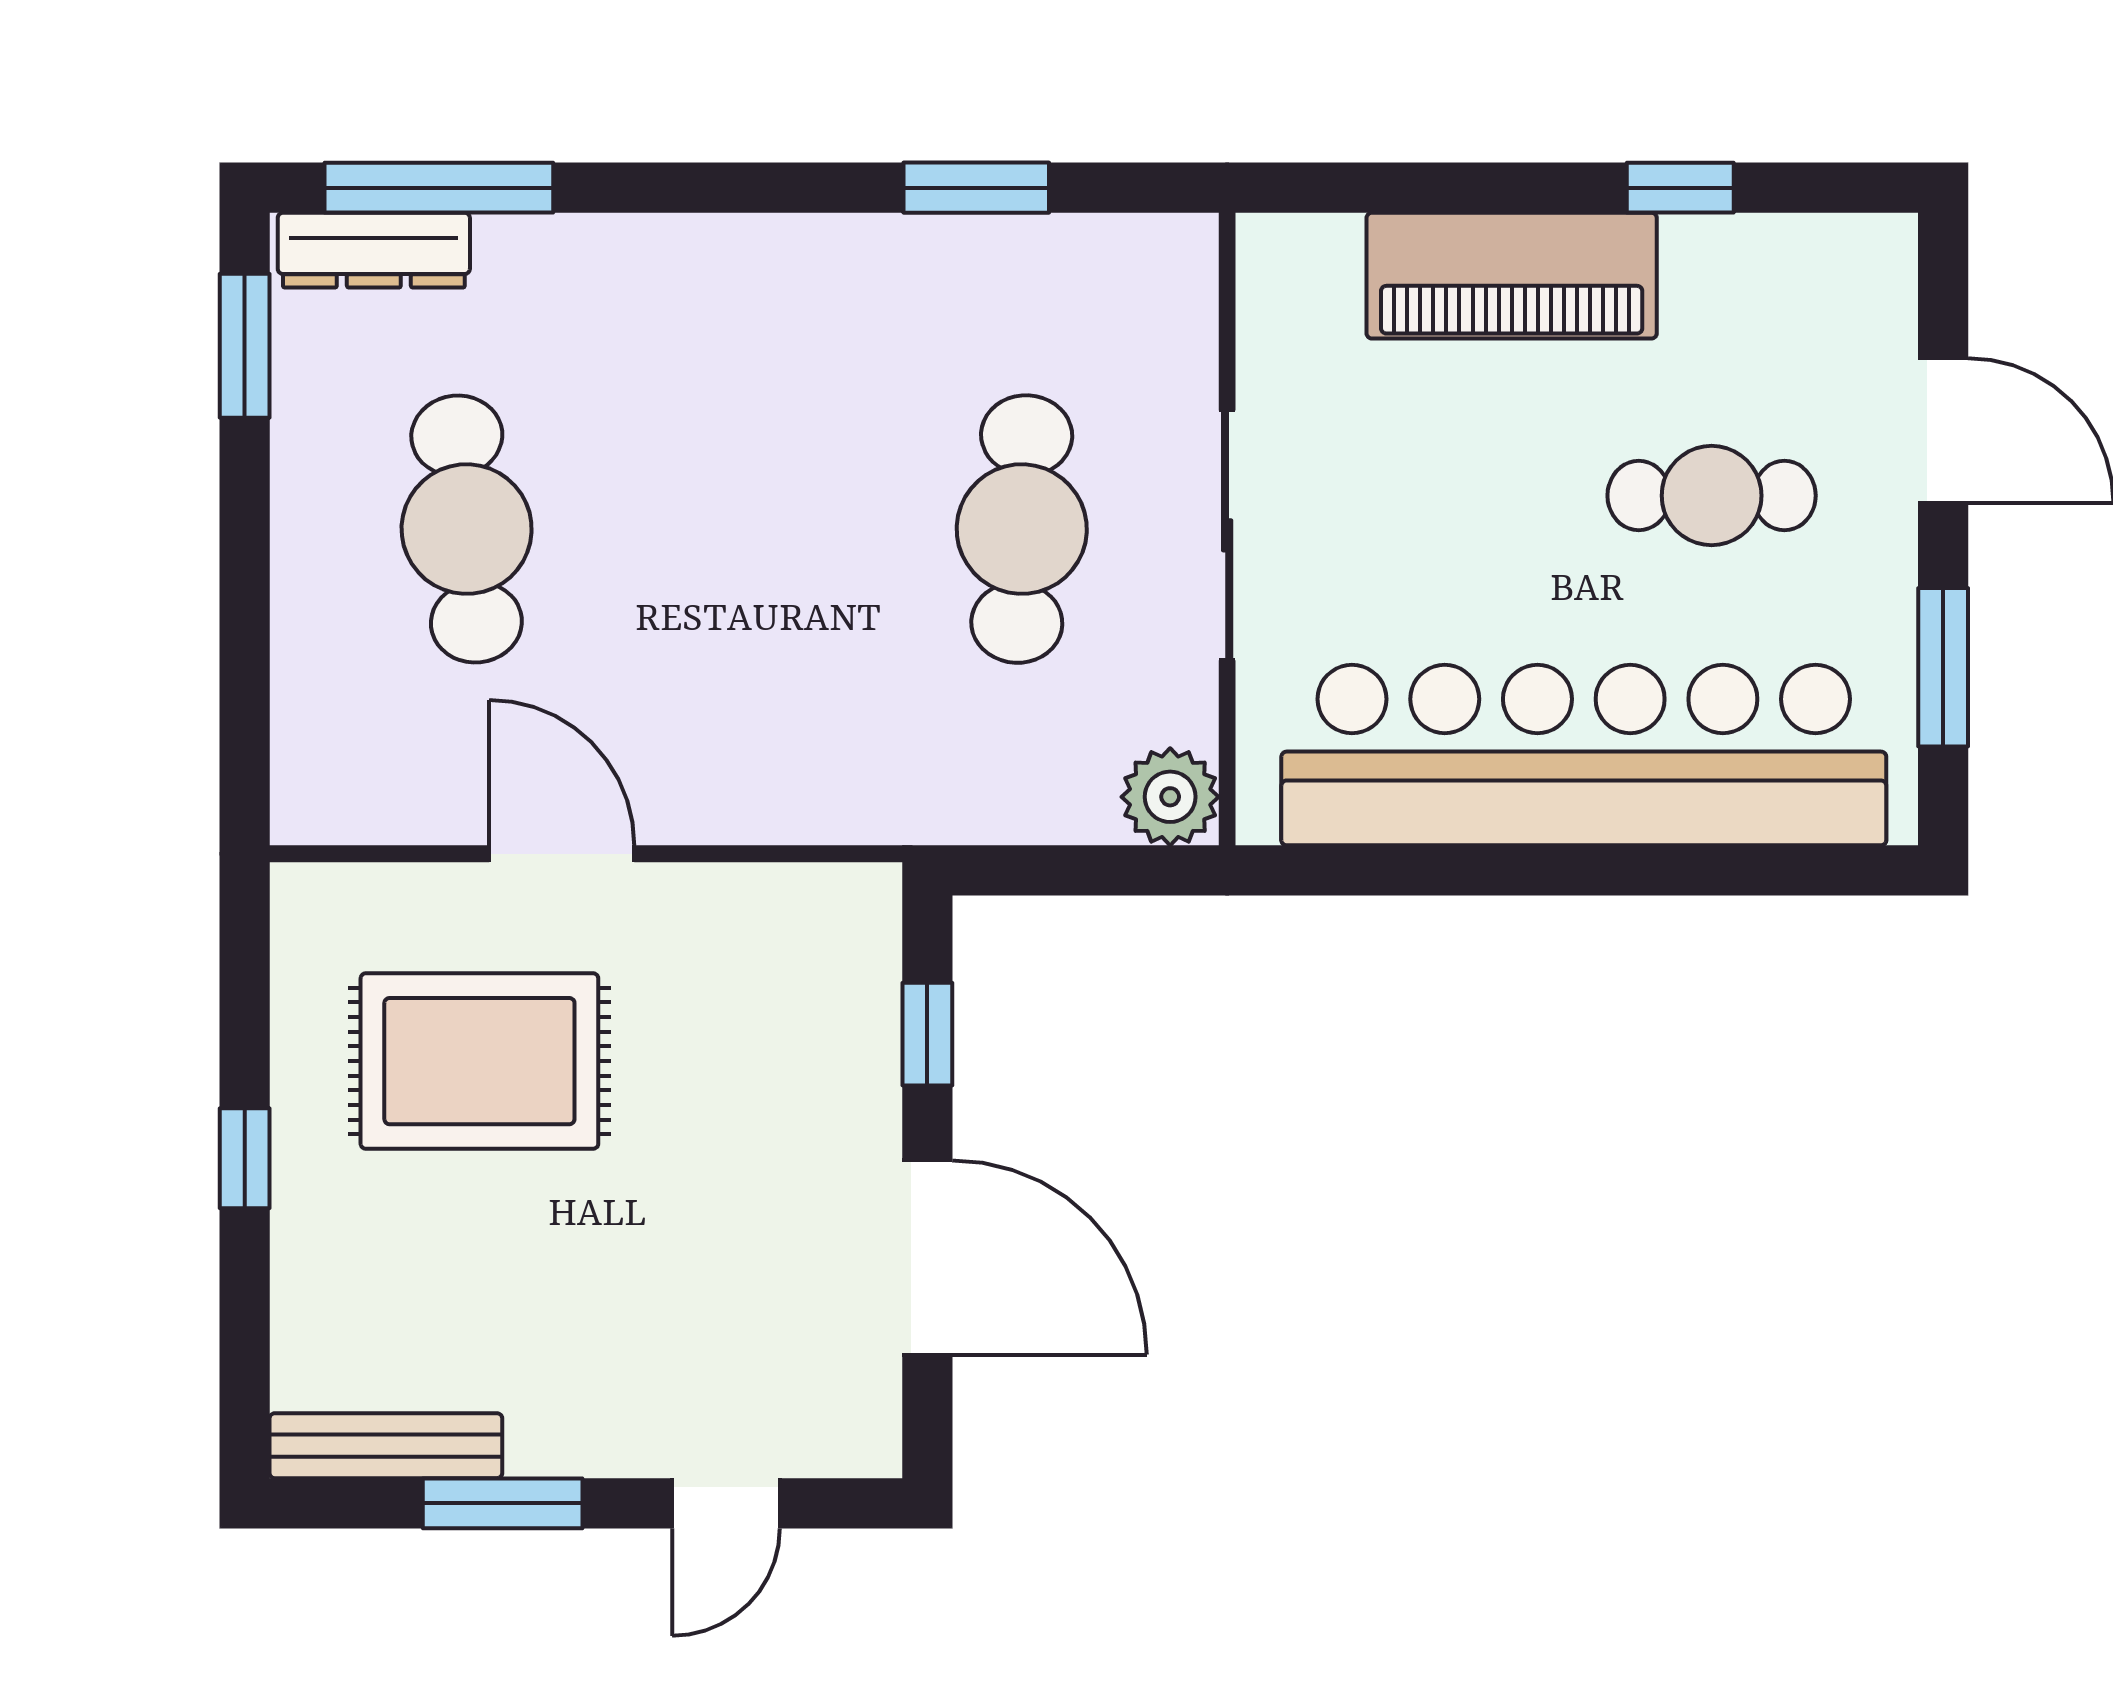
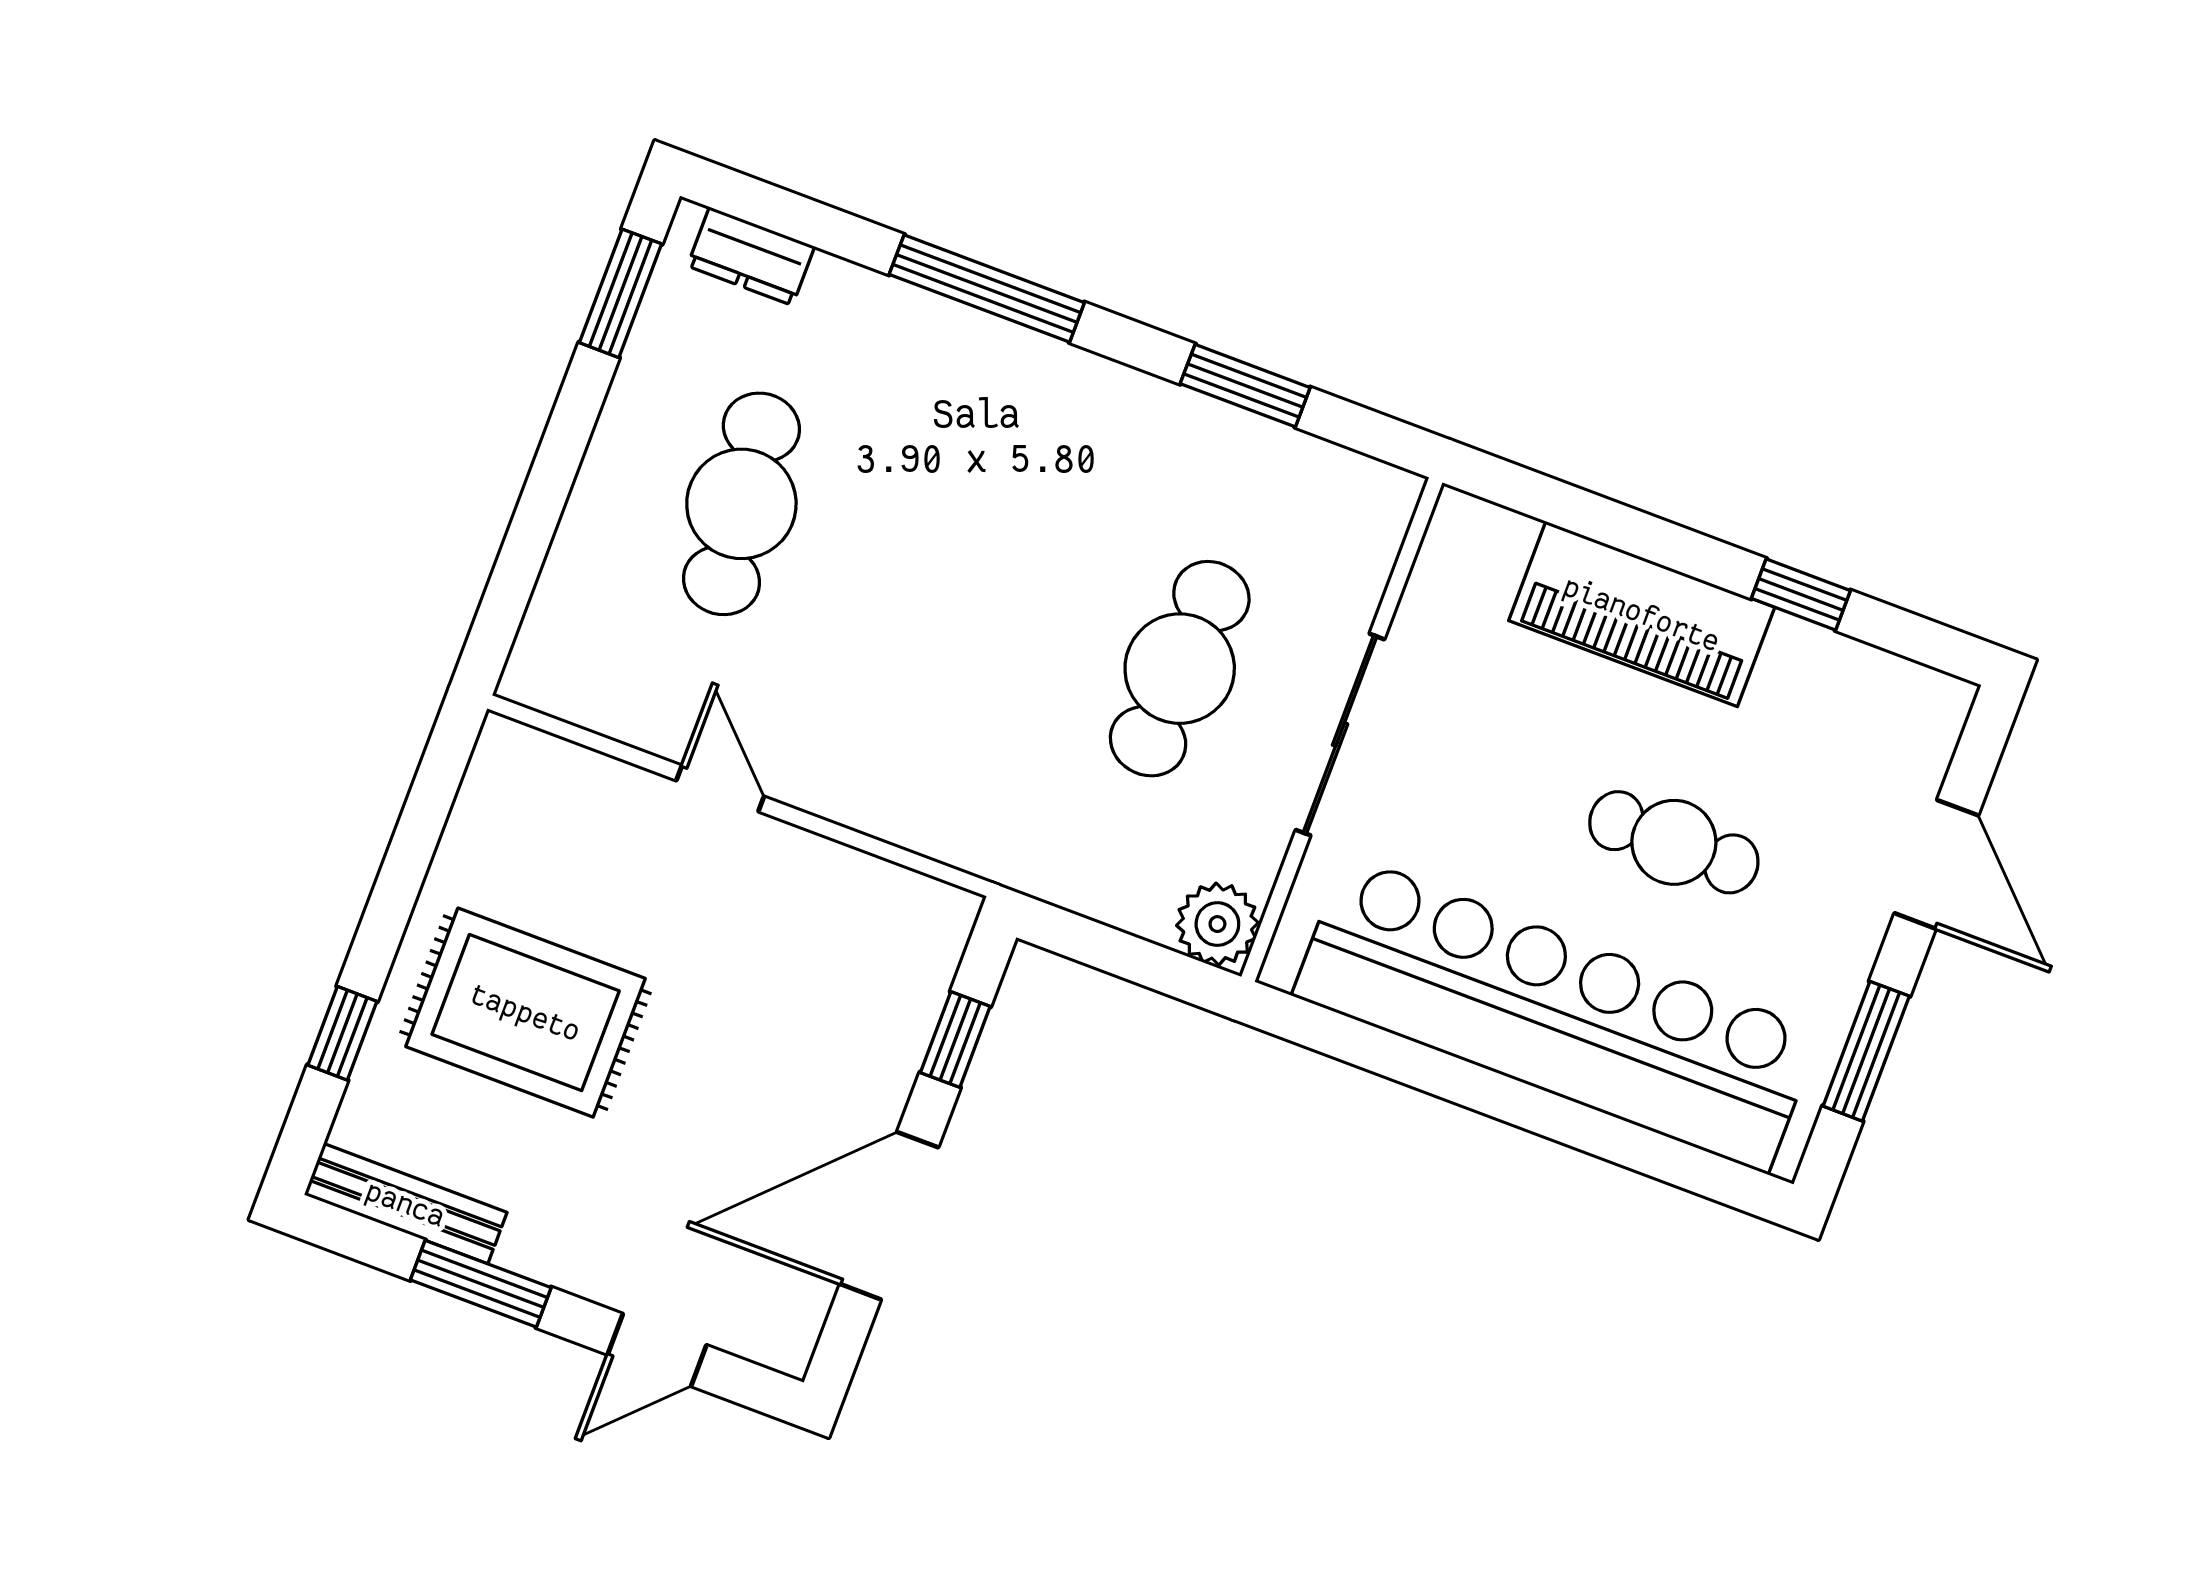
window: (439, 188) -> (987, 289), moved
dresser: (374, 250) -> (751, 256), width x0.70
cafe table: (1712, 496) -> (1674, 842), moved
door: (562, 854) -> (720, 788), width x0.73
rug: (479, 1061) -> (526, 1013), moved
window: (245, 1158) -> (342, 1033), moved
door: (927, 1257) -> (889, 1216), swing flipped

